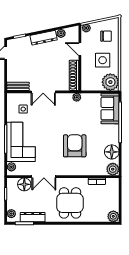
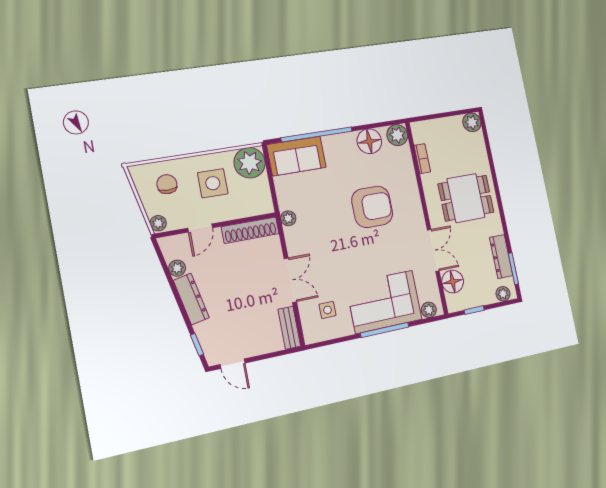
armchair: (75, 146) -> (372, 207), turned 180

